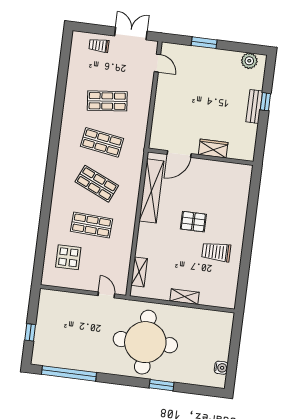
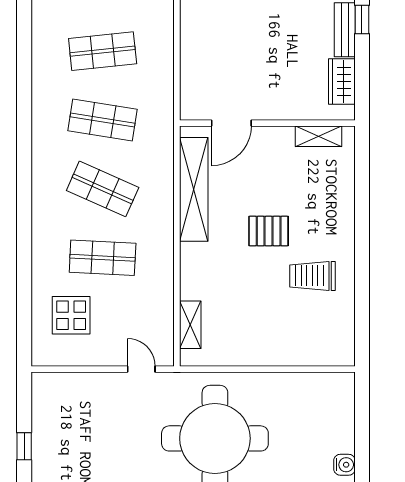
wardrobe: (213, 149) -> (342, 82), moved, turned -90
shelving: (185, 297) -> (319, 136), moved

